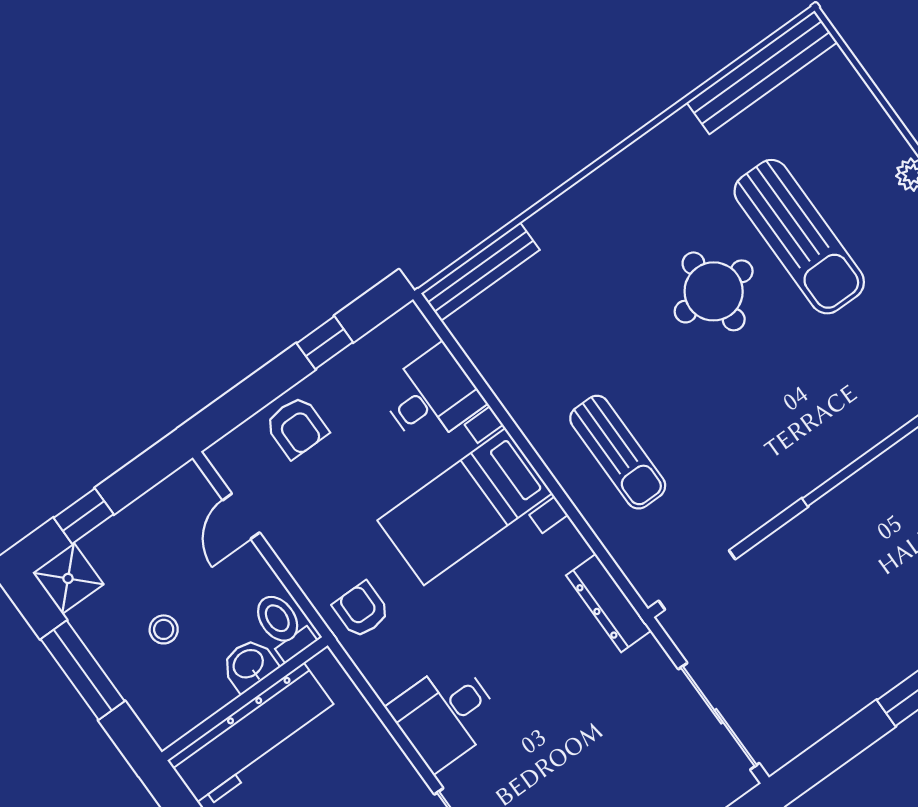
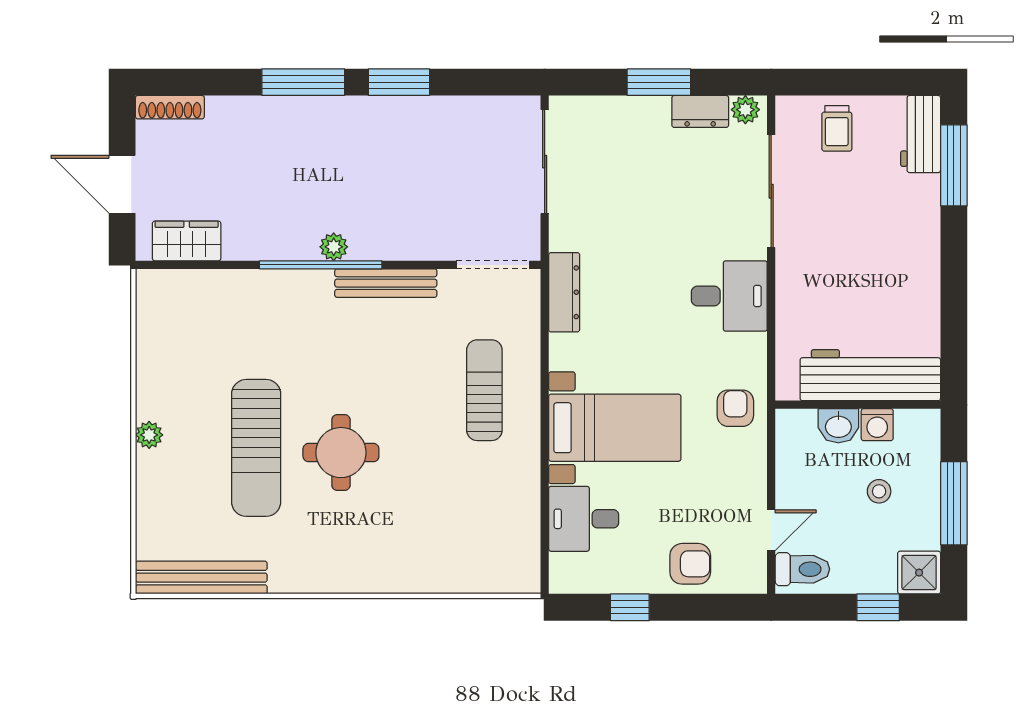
sun lounger: (799, 237) -> (256, 448), turned 180
bench: (480, 272) -> (386, 283), moved
armchair: (297, 427) -> (690, 564), turned 90
plant: (864, 486) -> (334, 247), added
armchair: (361, 610) -> (735, 408), turned 180
toilet: (283, 626) -> (802, 569), moved, turned -90
washing machine: (212, 693) -> (877, 425), added

